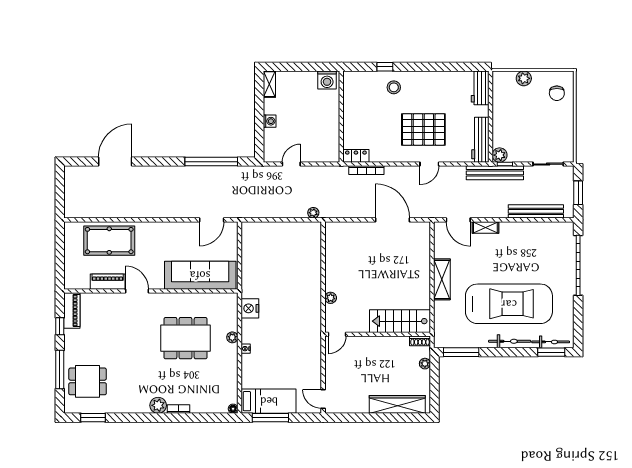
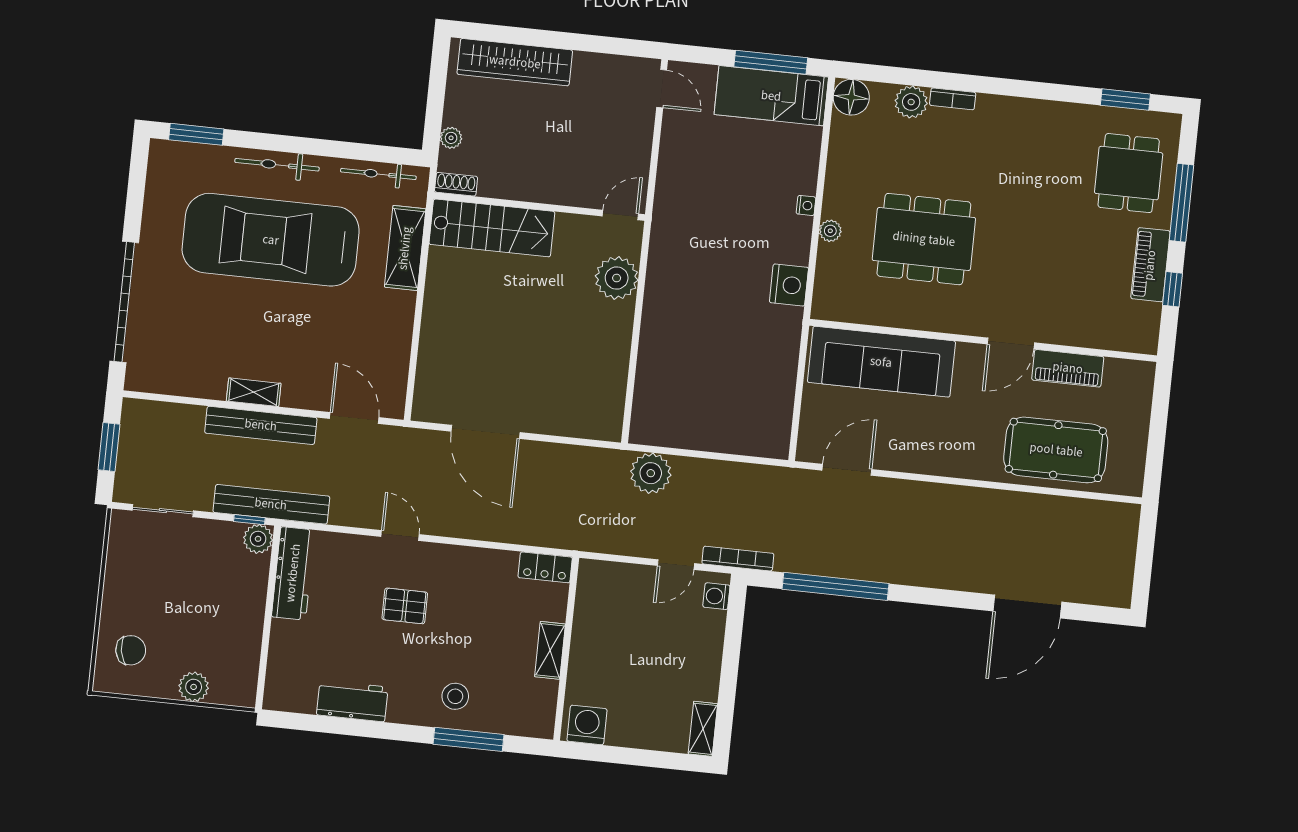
window: (385, 67) -> (469, 739), width x2.17
workbench: (480, 88) -> (352, 701), moved, turned -90
chair: (557, 93) -> (131, 650), turned 80
shelving: (349, 115) -> (550, 650), added
washing machine: (270, 121) -> (716, 596), moved
pallet: (423, 129) -> (405, 606), width x0.49, depth x0.50
door: (429, 164) -> (400, 536), hinge flipped
bookcase: (366, 170) -> (738, 559), moved
bench: (536, 211) -> (261, 425), moved
plant: (313, 213) -> (651, 473), width x1.87, depth x1.87
shelving: (485, 227) -> (254, 392), moved
shelving: (442, 279) -> (405, 248), moved
door: (137, 291) -> (1011, 343), hinge flipped
plant: (331, 298) -> (617, 278), width x1.87, depth x1.87
piano: (72, 311) -> (1150, 265), moved
bicycle: (551, 342) -> (378, 174), moved
window: (461, 352) -> (376, 153), removed
dining table: (88, 381) -> (1129, 173), turned 90
plant: (158, 405) -> (911, 102), moved
floor lamp: (233, 409) -> (851, 97), width x1.89, depth x1.89

